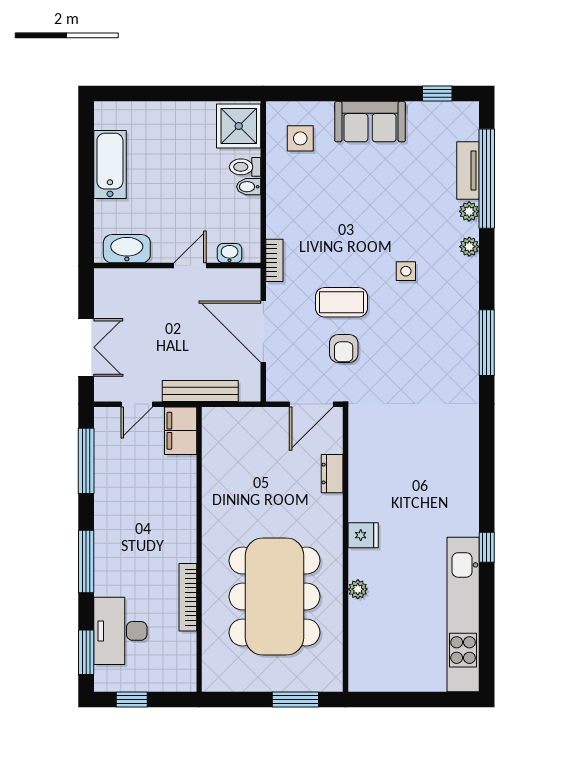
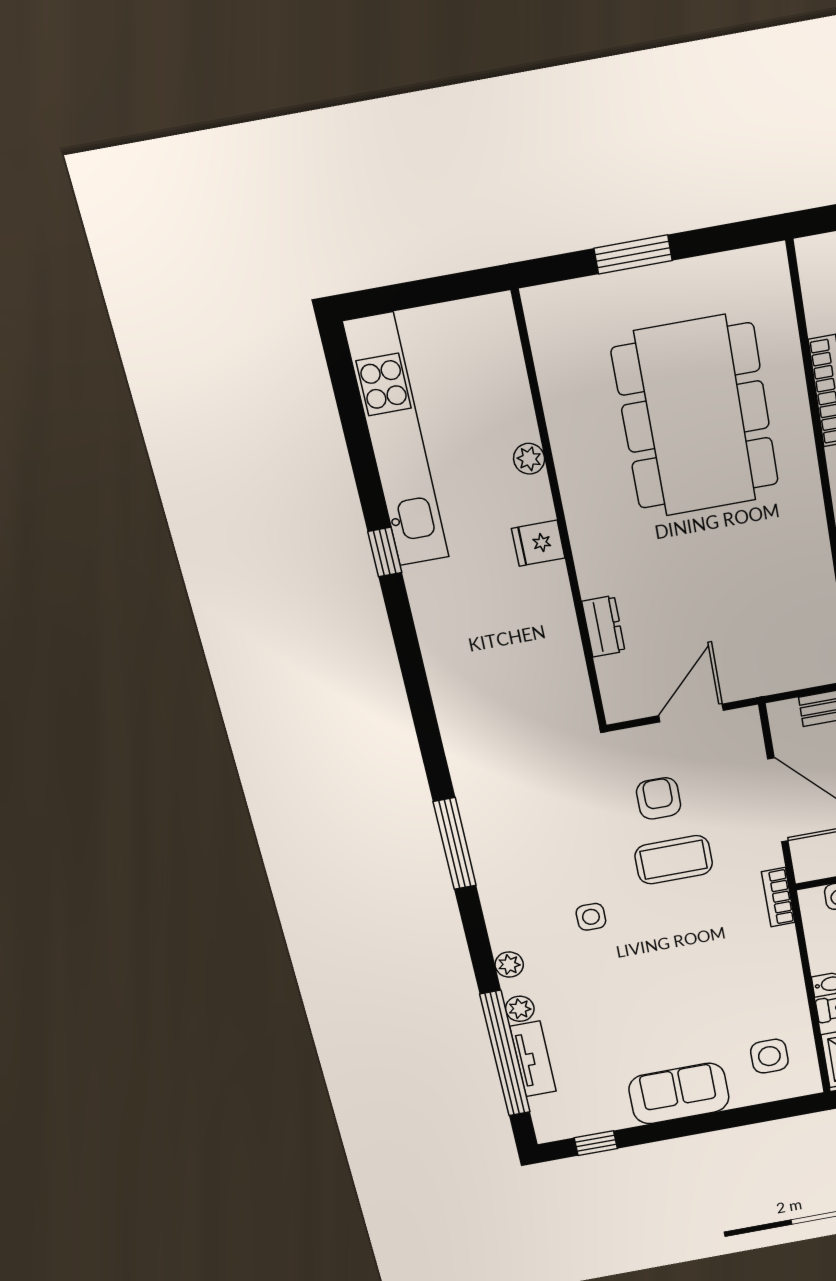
dresser: (332, 474) -> (603, 626), moved
fridge: (363, 535) -> (538, 543), moved
wall: (345, 549) -> (561, 517), moved
plant: (358, 589) -> (529, 459), moved

